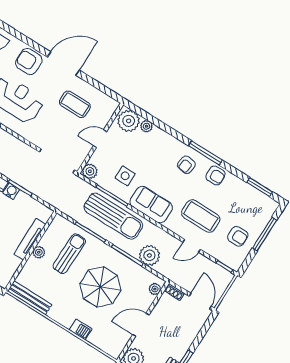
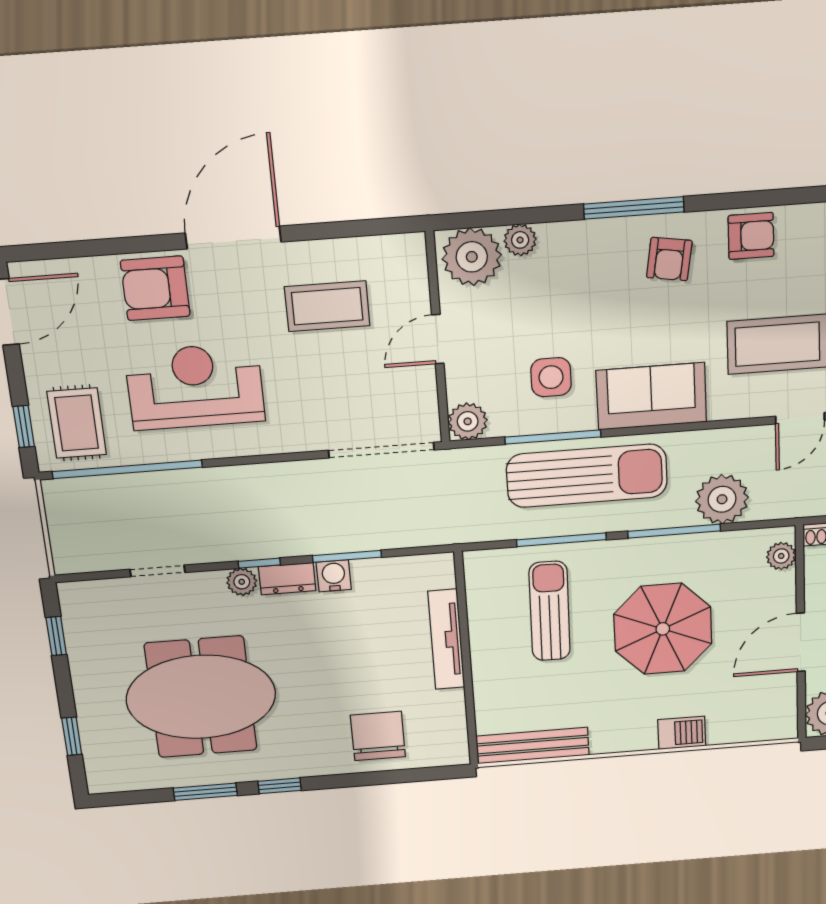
window: (205, 153) -> (634, 208), moved
plant: (39, 252) -> (484, 651), removed

